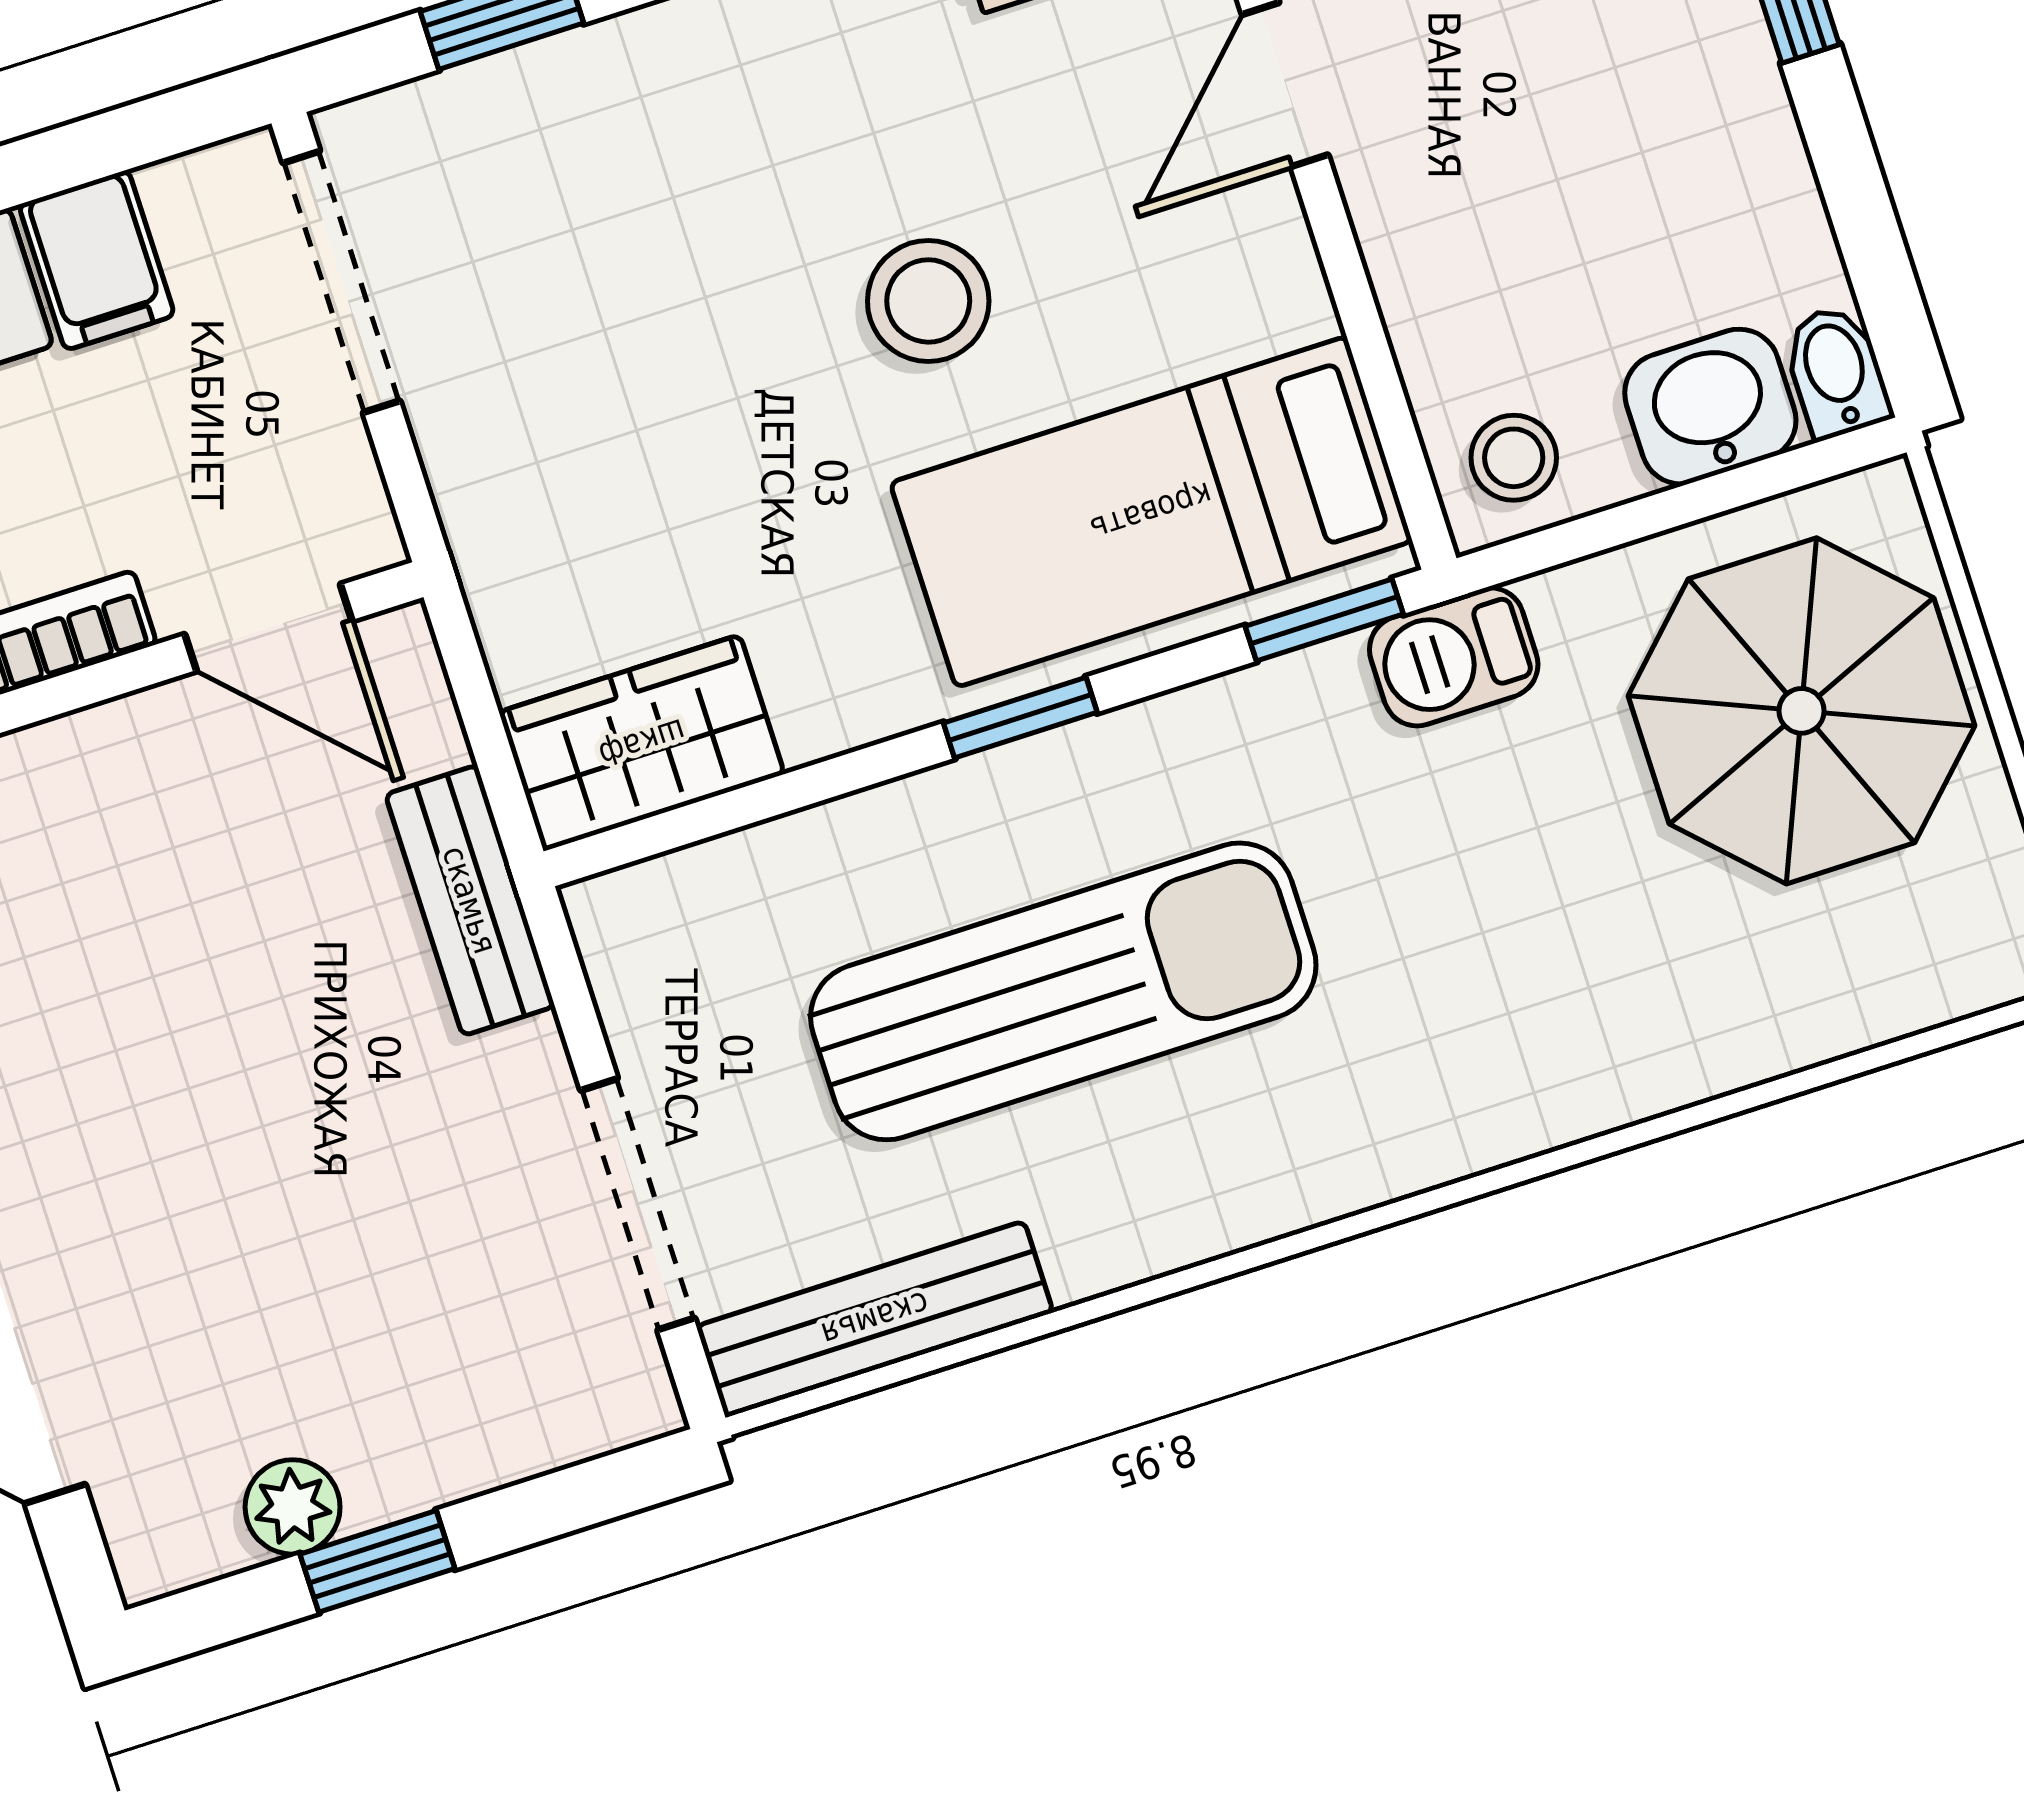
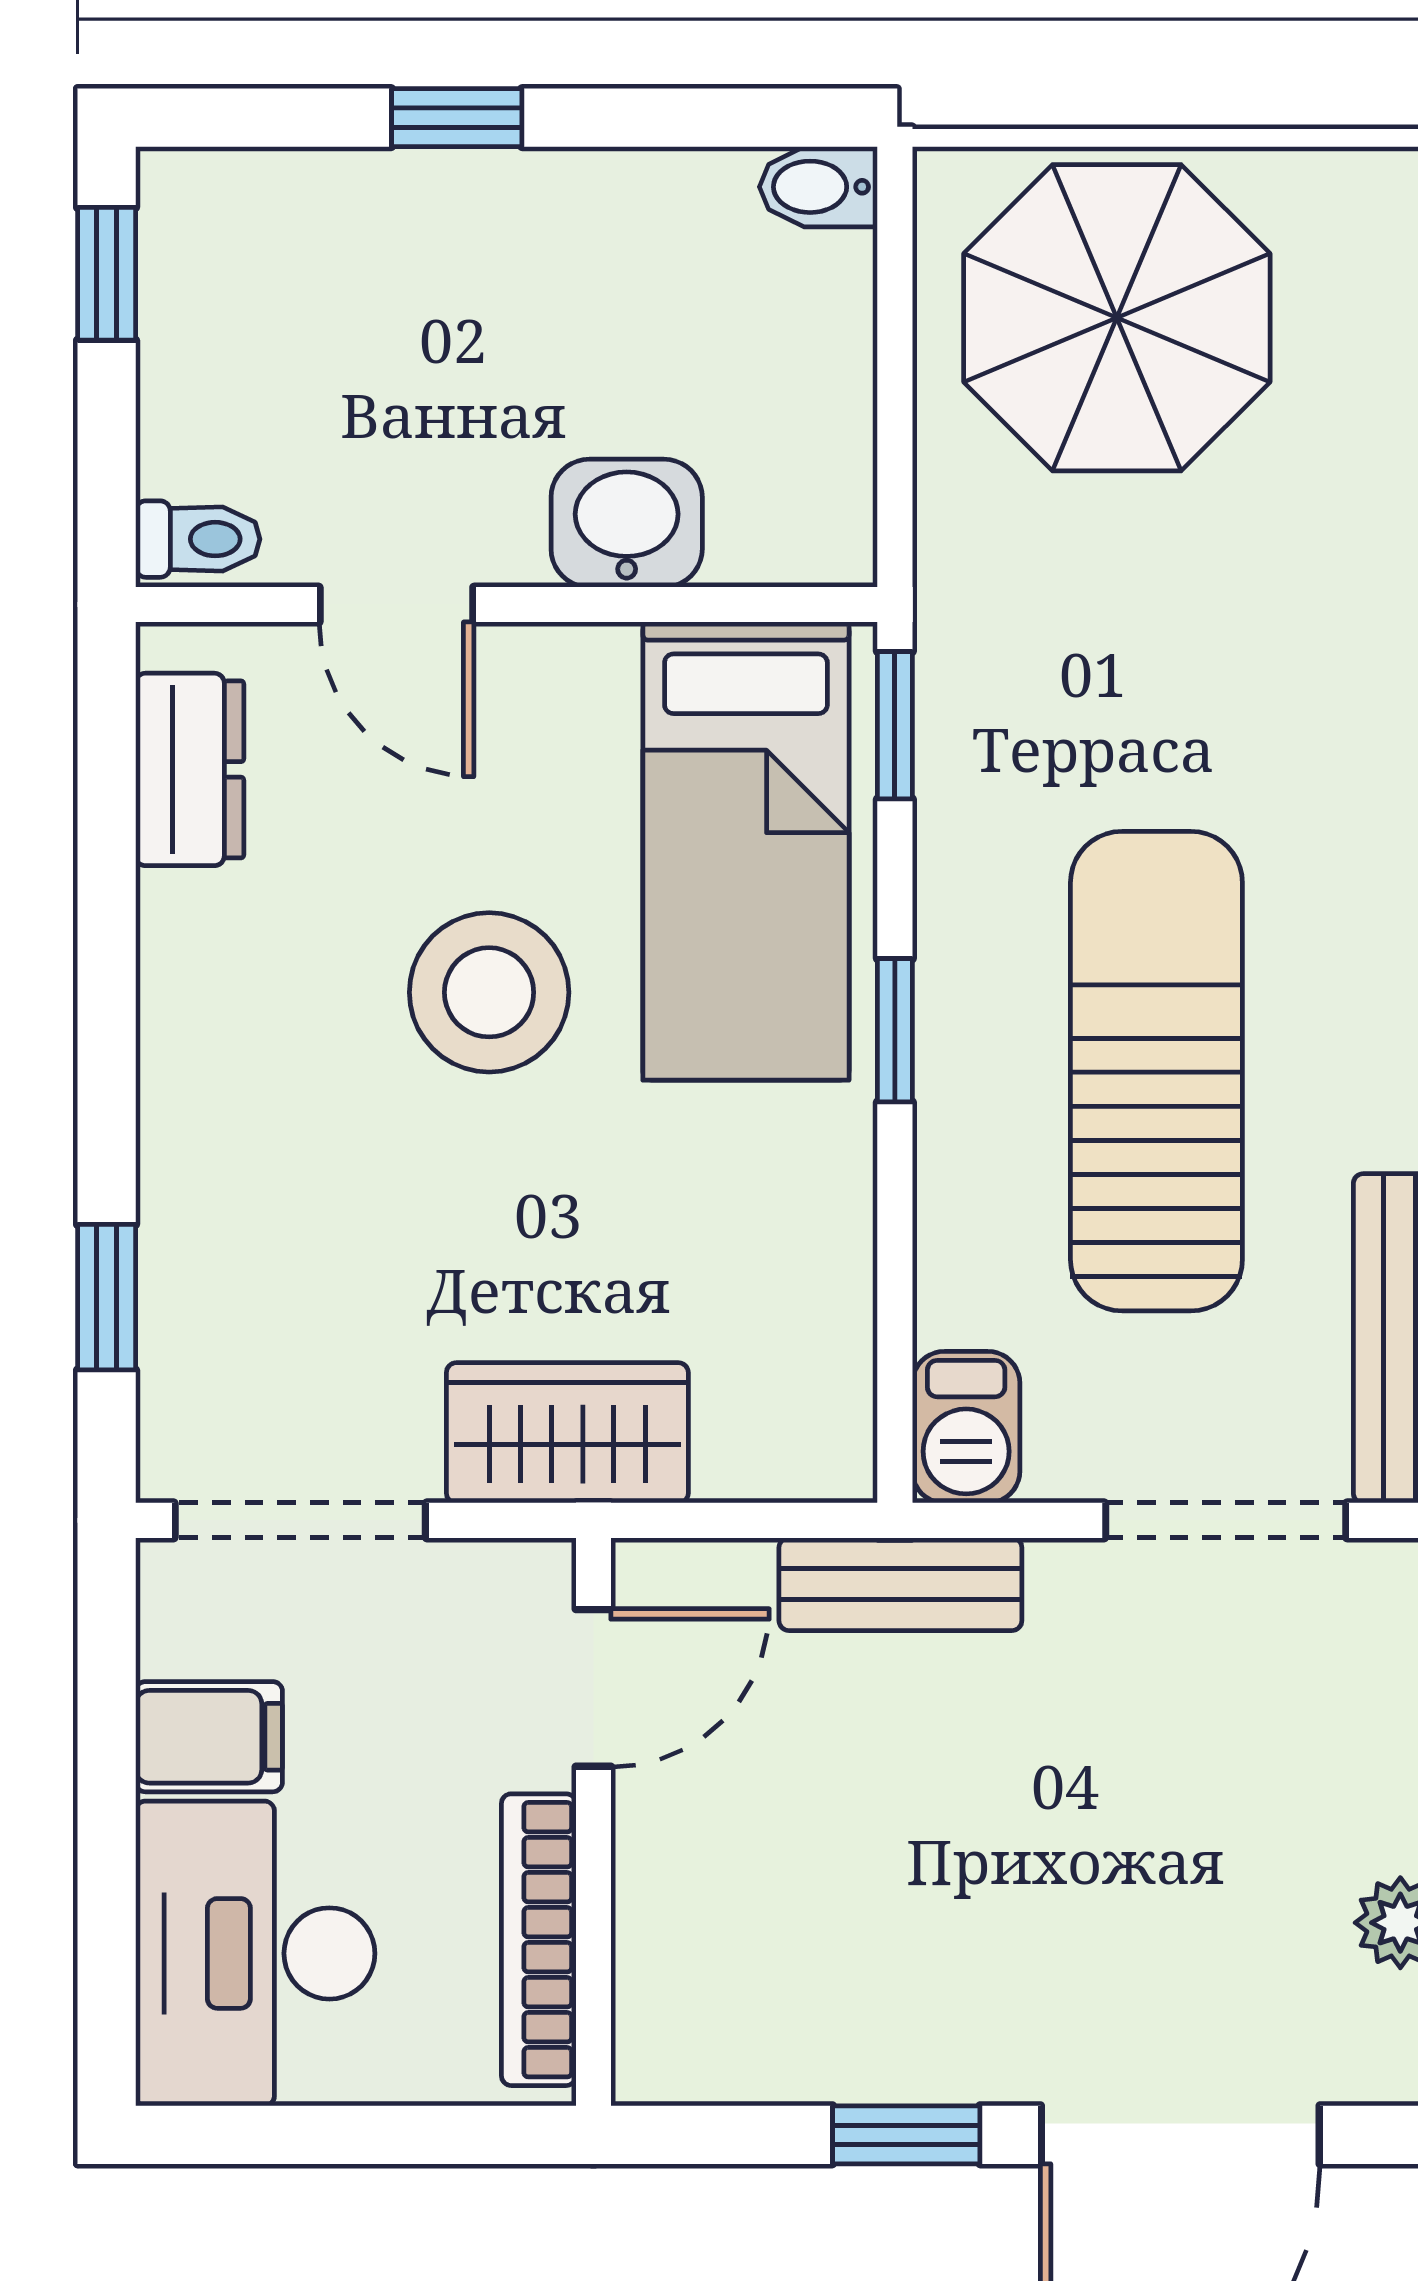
stool: (928, 301) -> (489, 992), width x1.38, depth x1.38
washbasin: (1710, 407) -> (627, 523), moved, turned 90
stool: (1514, 458) -> (803, 506), removed
barbecue: (1454, 657) -> (966, 1427), moved
wardrobe: (642, 743) -> (567, 1433), moved, turned 90

